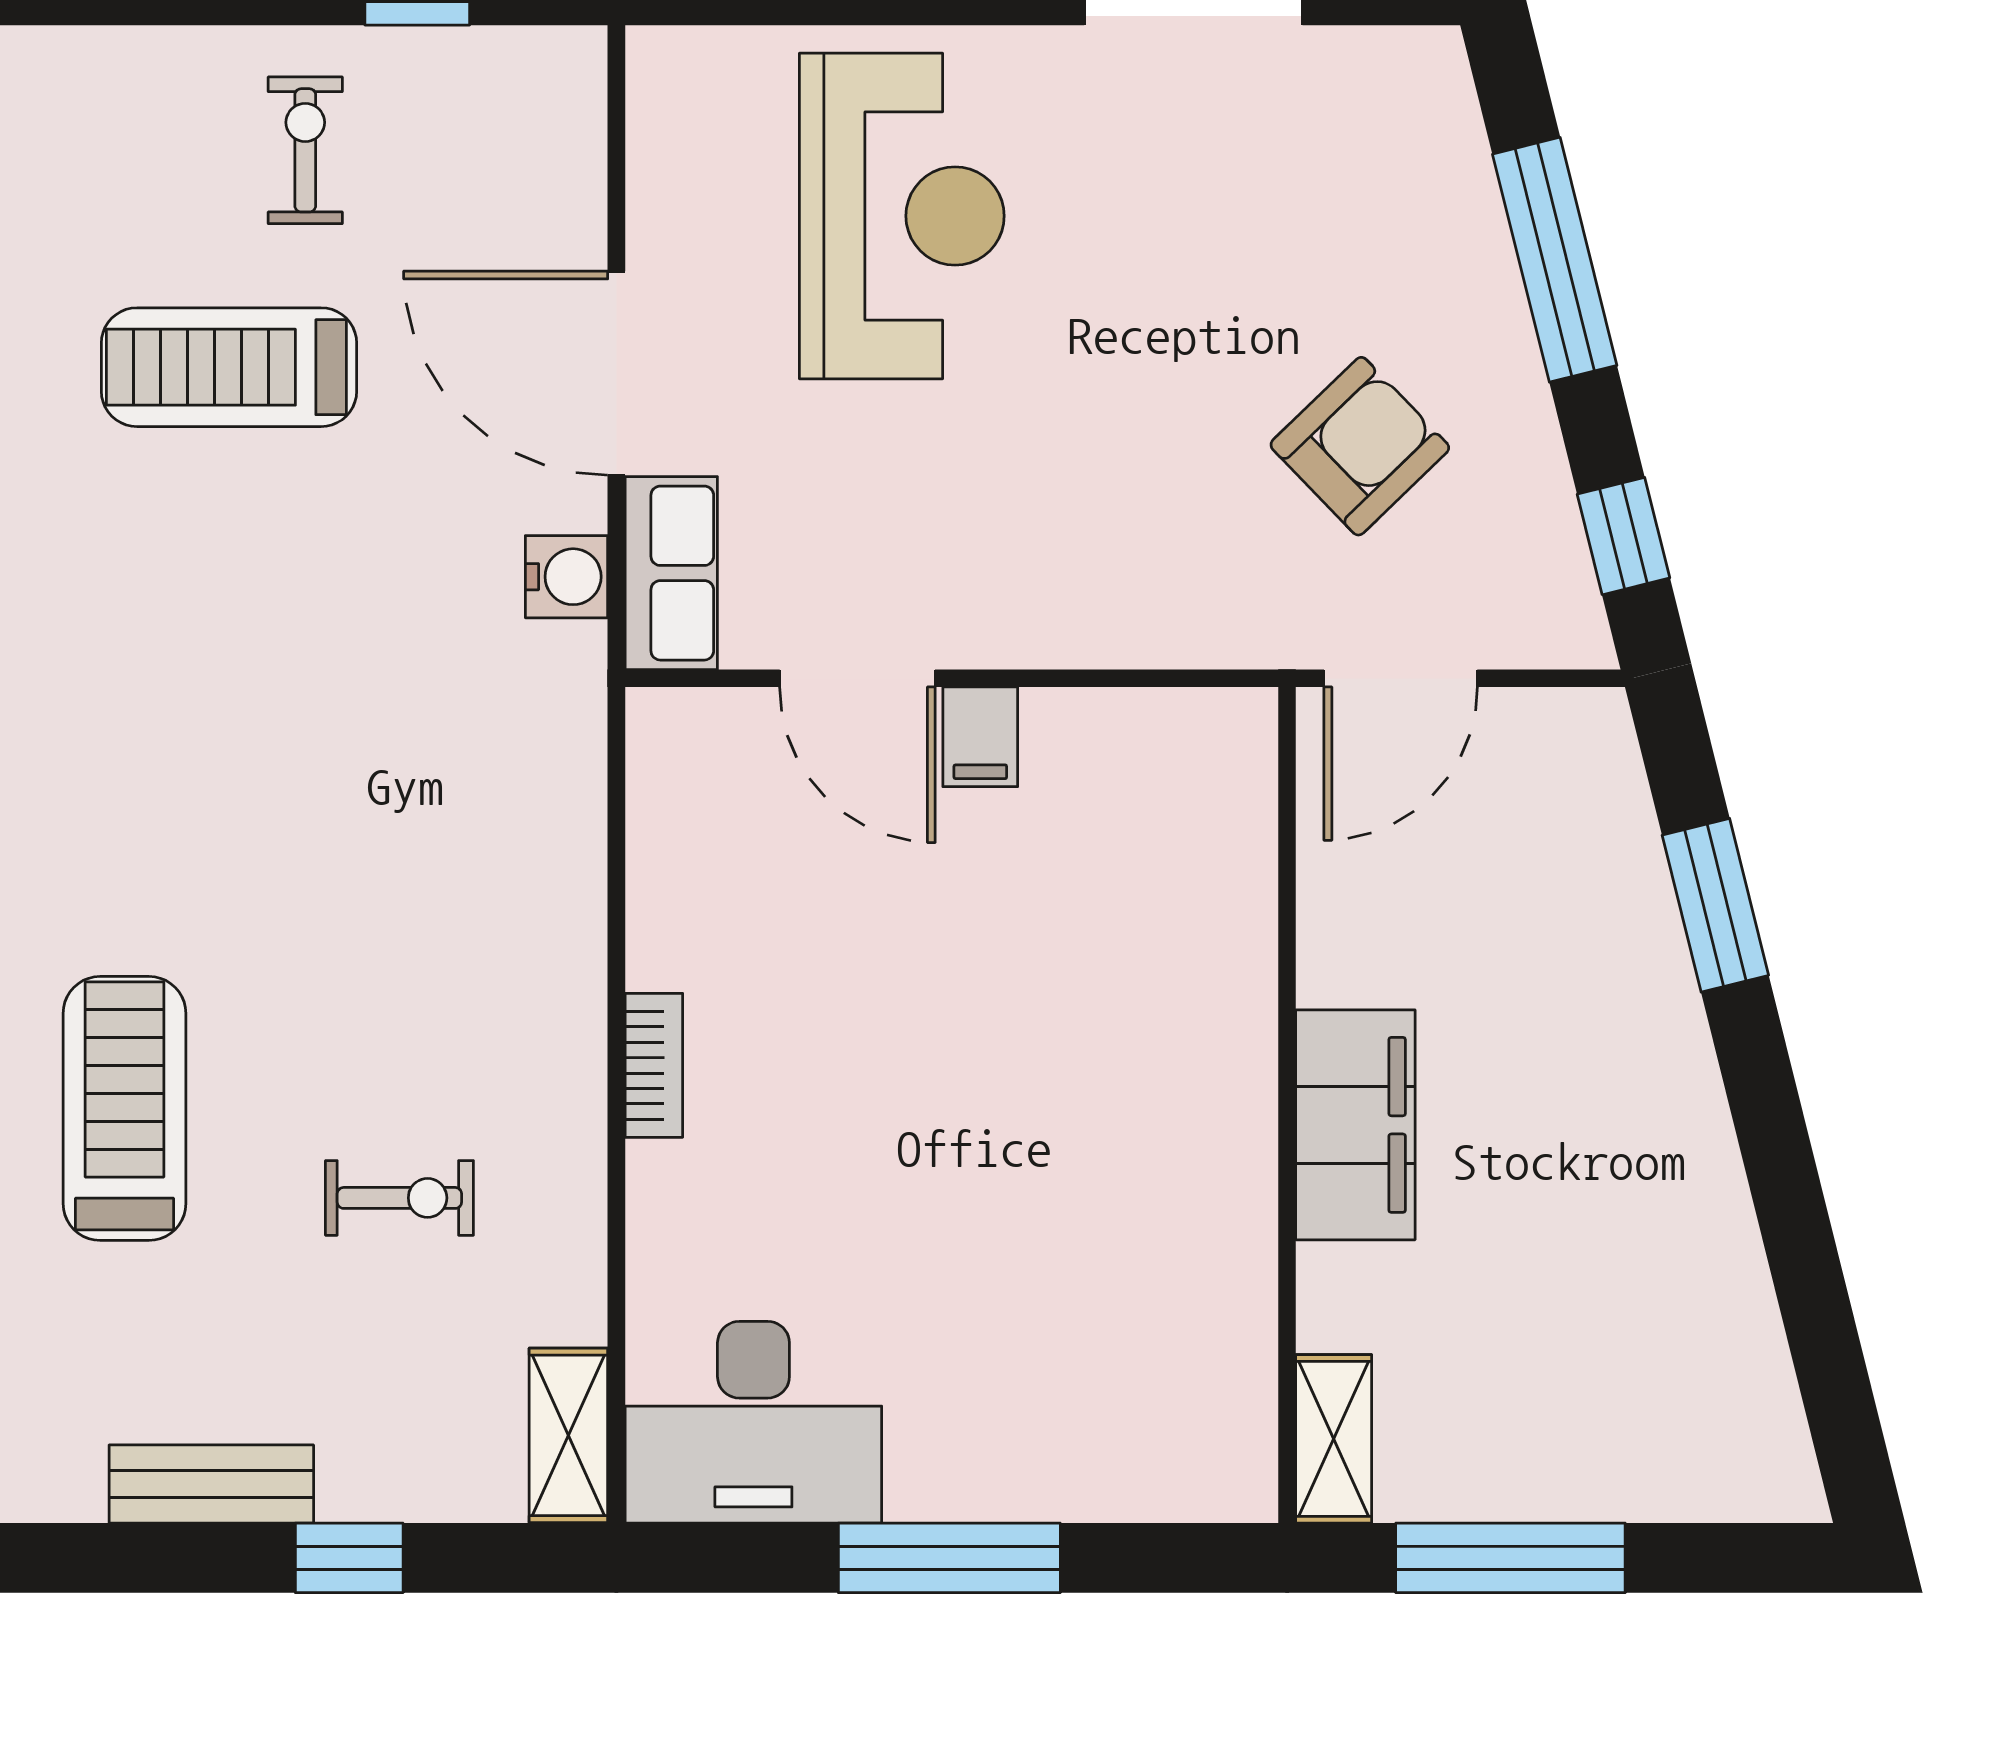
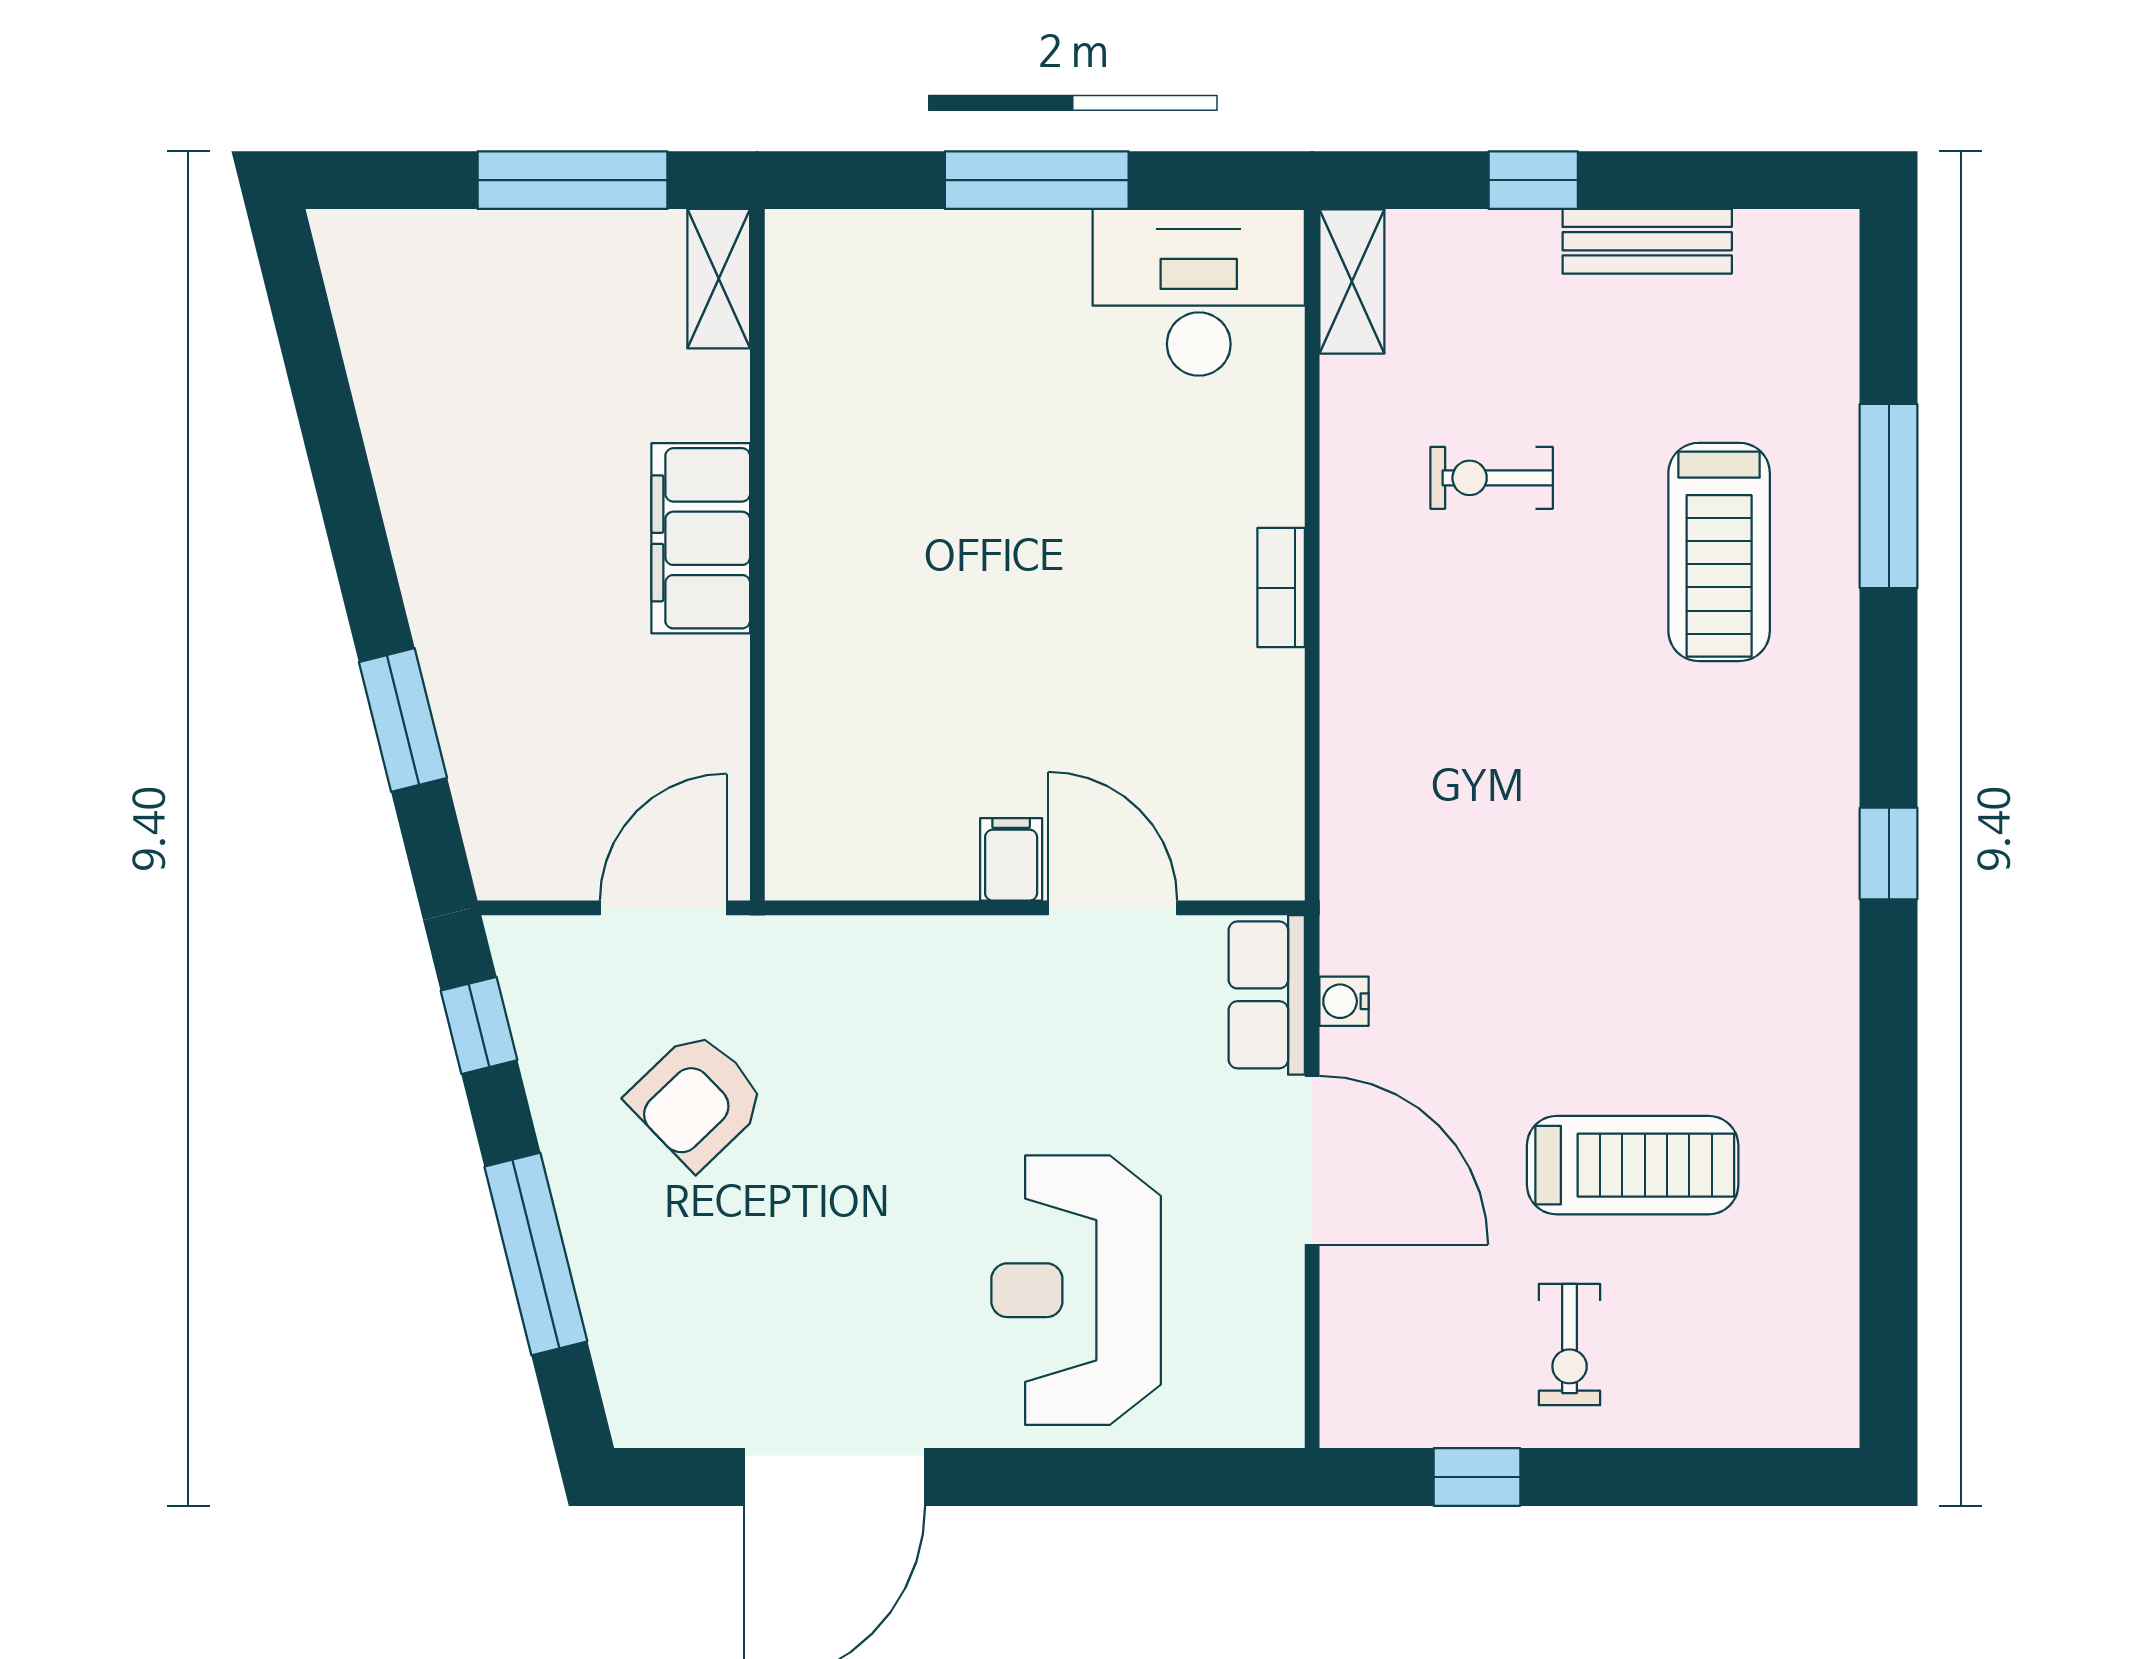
water cooler: (567, 577) -> (1344, 1001), width x0.72, depth x0.72

